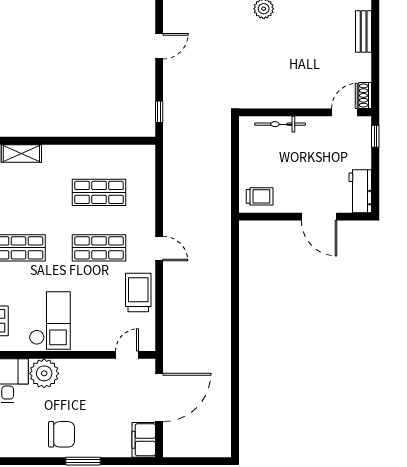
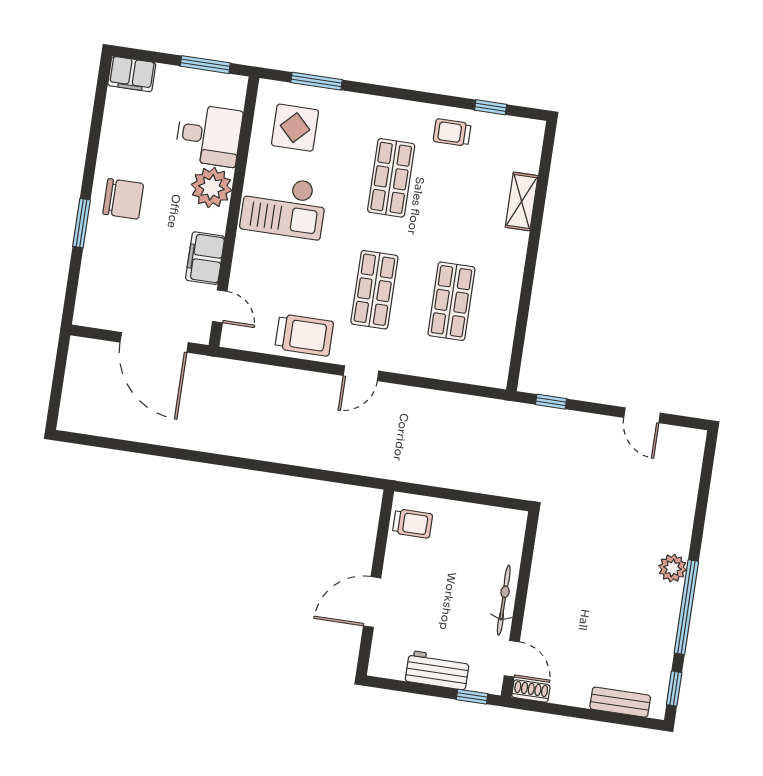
bicycle: (280, 124) -> (504, 600), moved
workbench: (360, 191) -> (437, 670), moved
trolley: (260, 196) -> (413, 523), turned -90
chair: (61, 434) -> (123, 199), turned -90
filing cabinet: (144, 440) -> (205, 258), moved, turned -90

